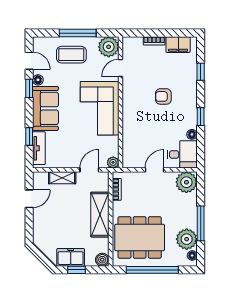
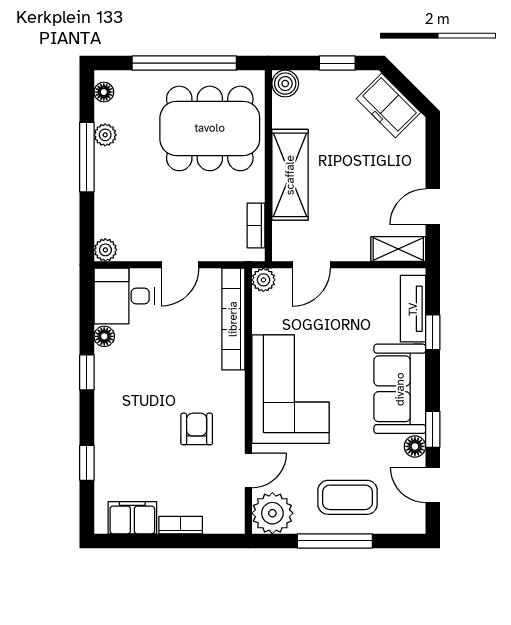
armchair: (163, 96) -> (197, 429), moved, turned -90
bookcase: (128, 143) -> (233, 319), added
shelving: (62, 178) -> (398, 249), moved
plant: (186, 182) -> (105, 250), width x0.53, depth x0.53
plant: (187, 239) -> (105, 135), width x0.53, depth x0.53
freezer: (71, 257) -> (388, 105), moved, turned 45

